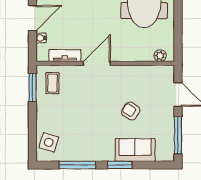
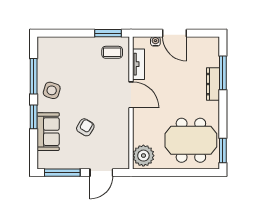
plant: (160, 56) -> (143, 156), width x1.88, depth x1.88
side table: (49, 142) -> (52, 90), moved

